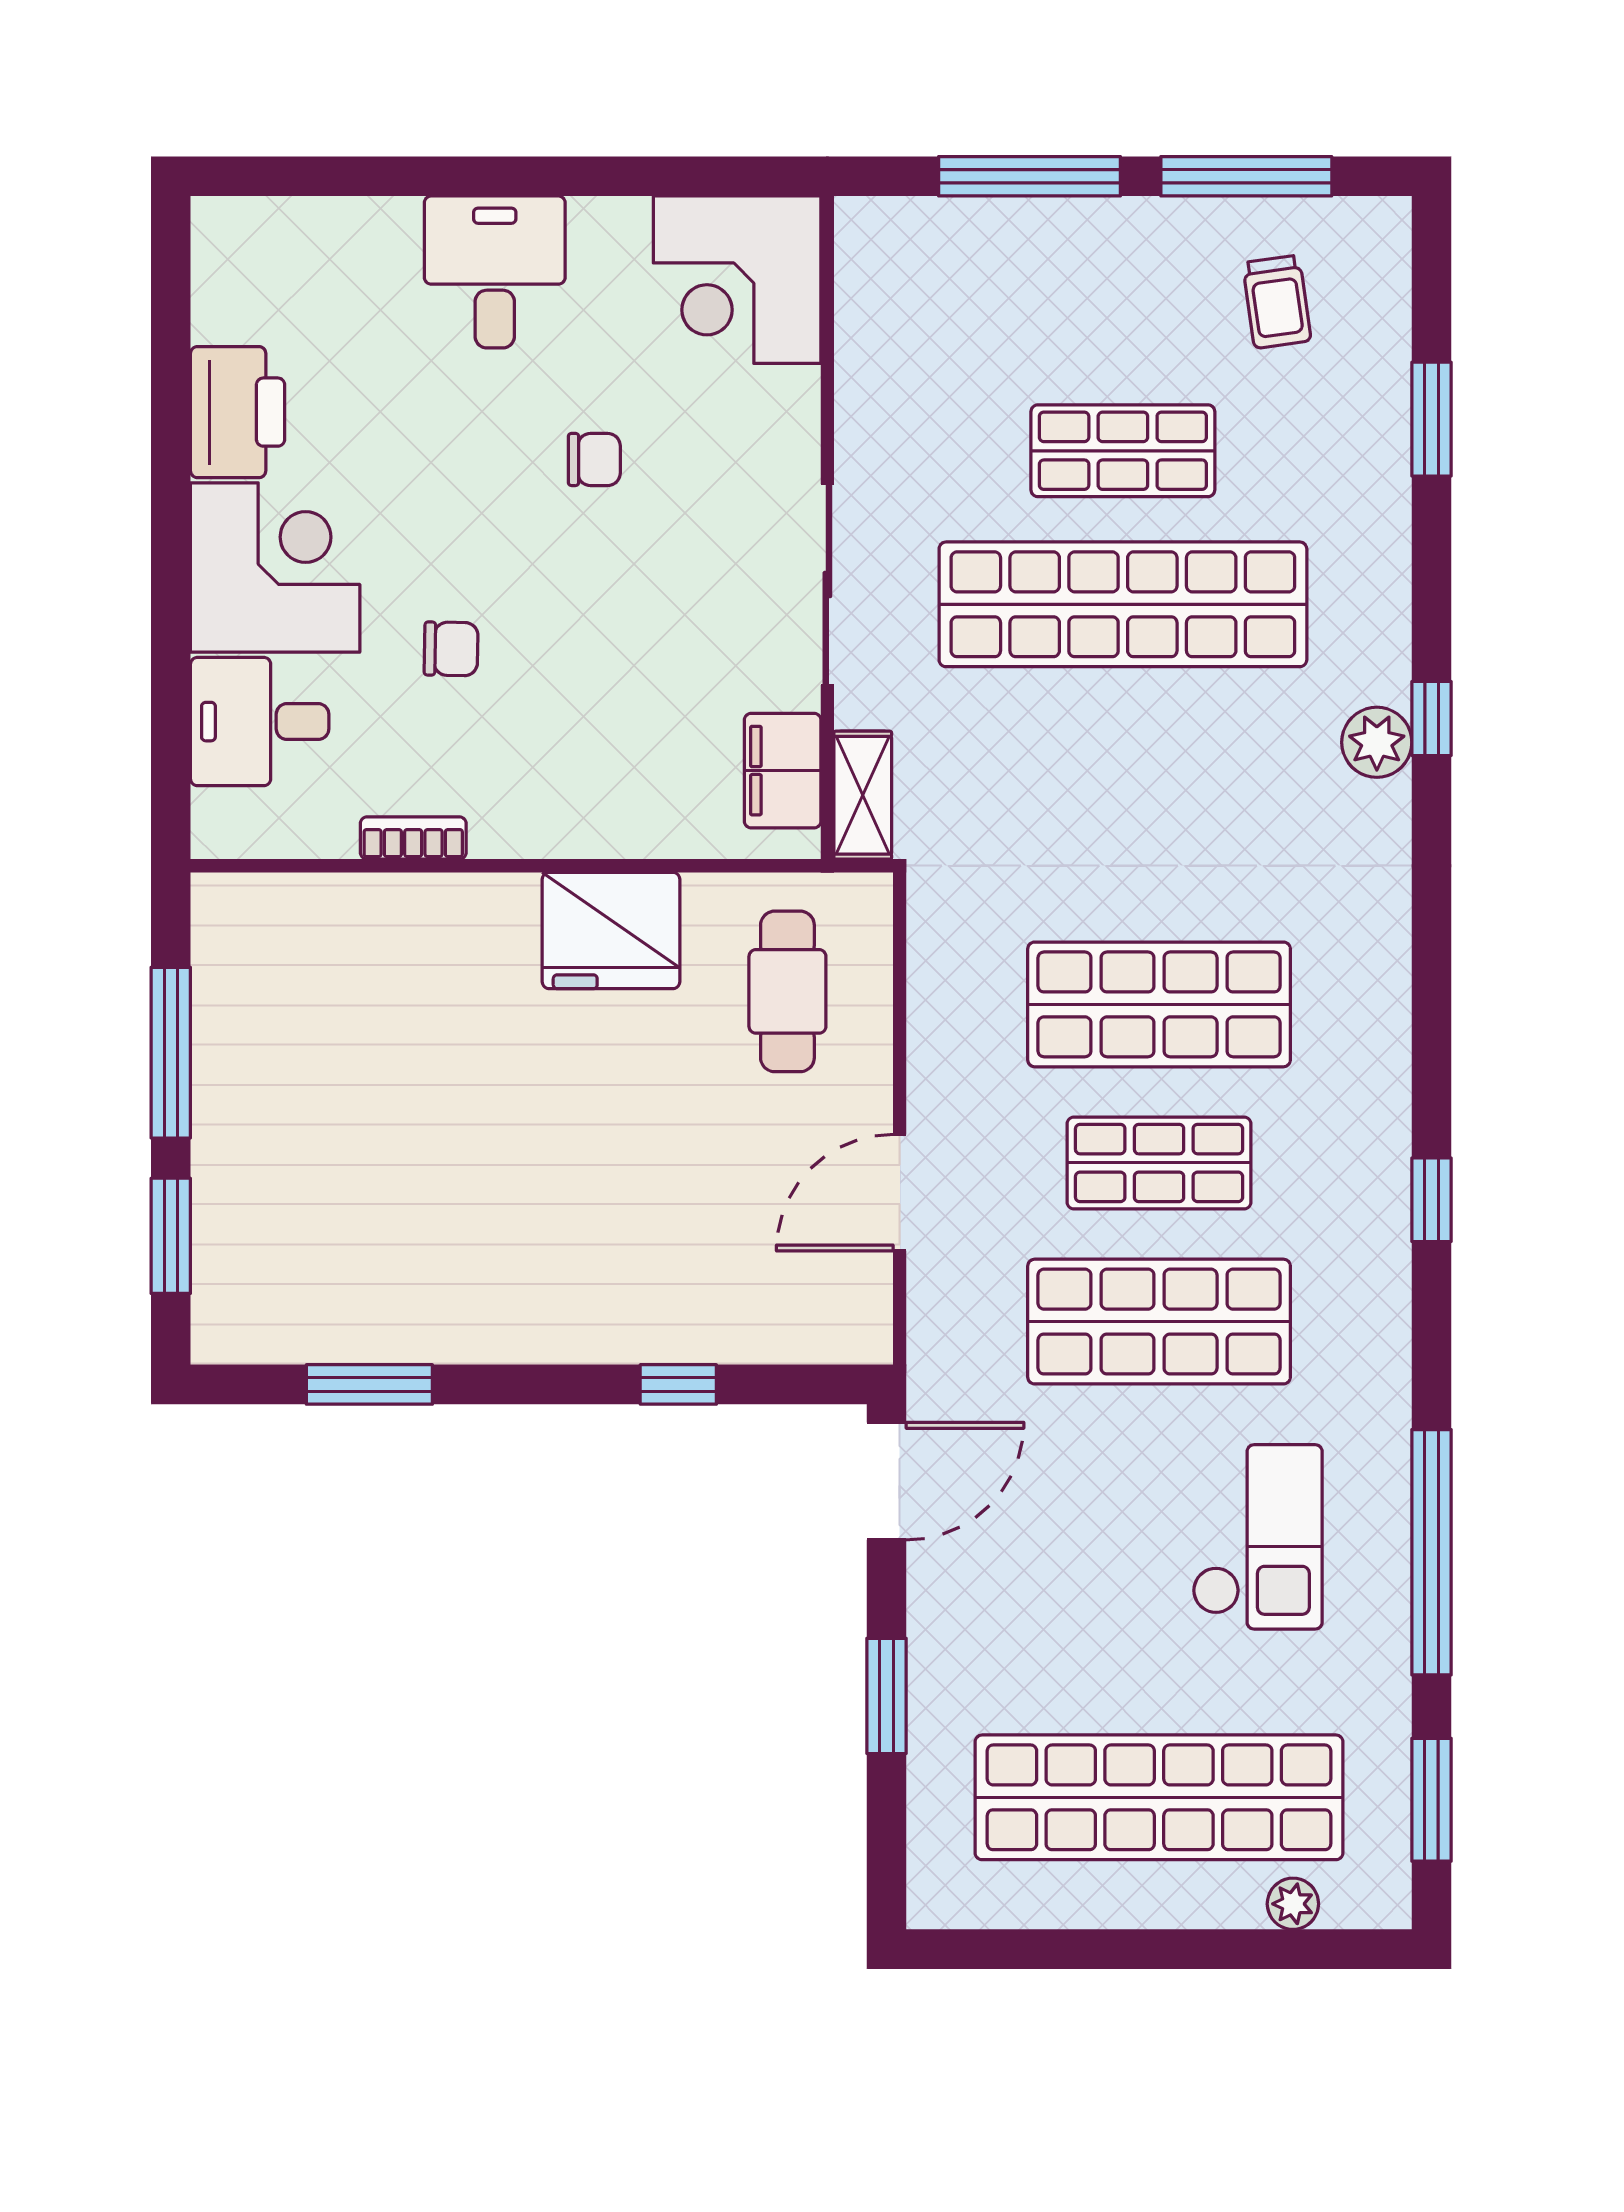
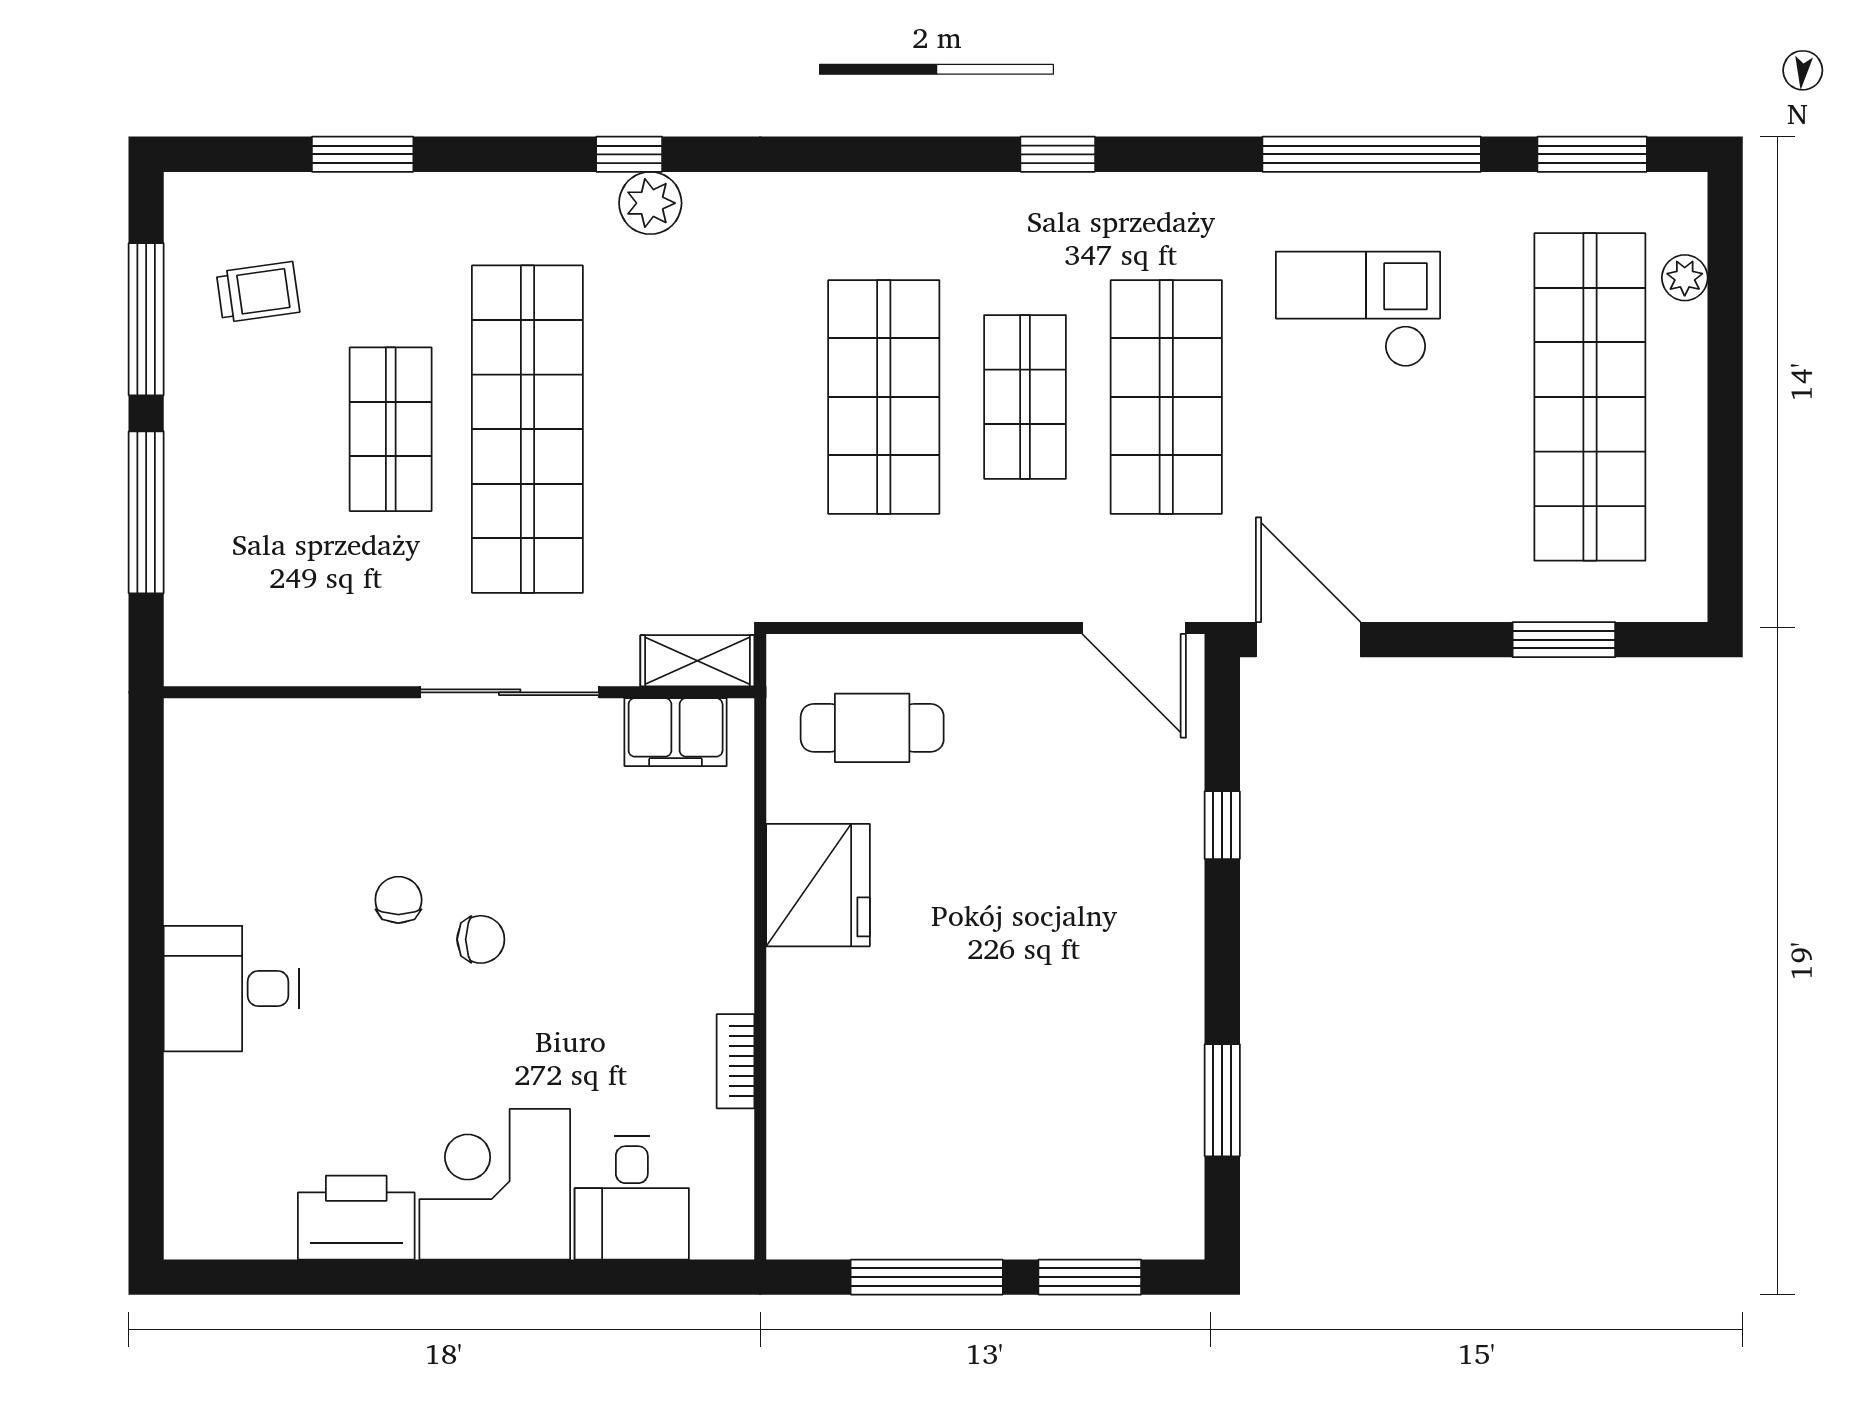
corner desk: (737, 280) -> (238, 773), removed
chair: (451, 649) -> (481, 939), moved, turned 89
door: (900, 1193) -> (1134, 628), moved
window: (887, 1696) -> (1564, 640), moved

